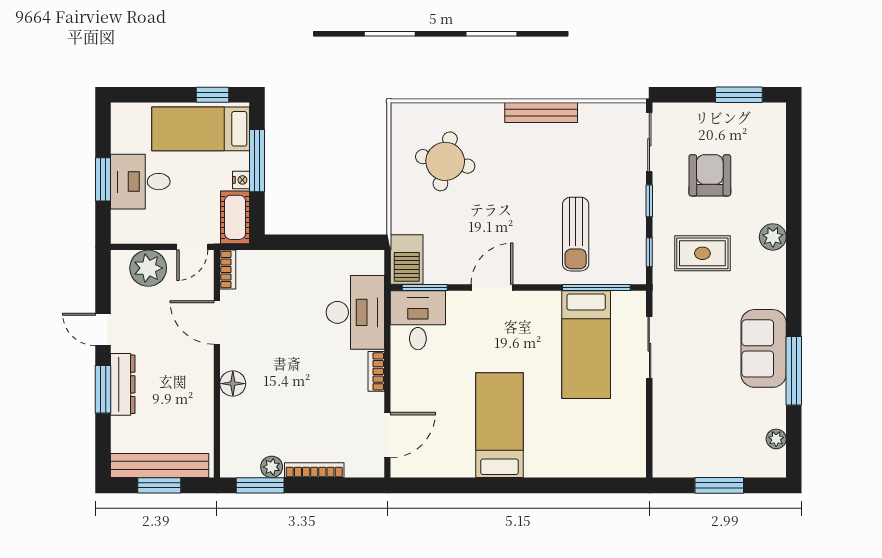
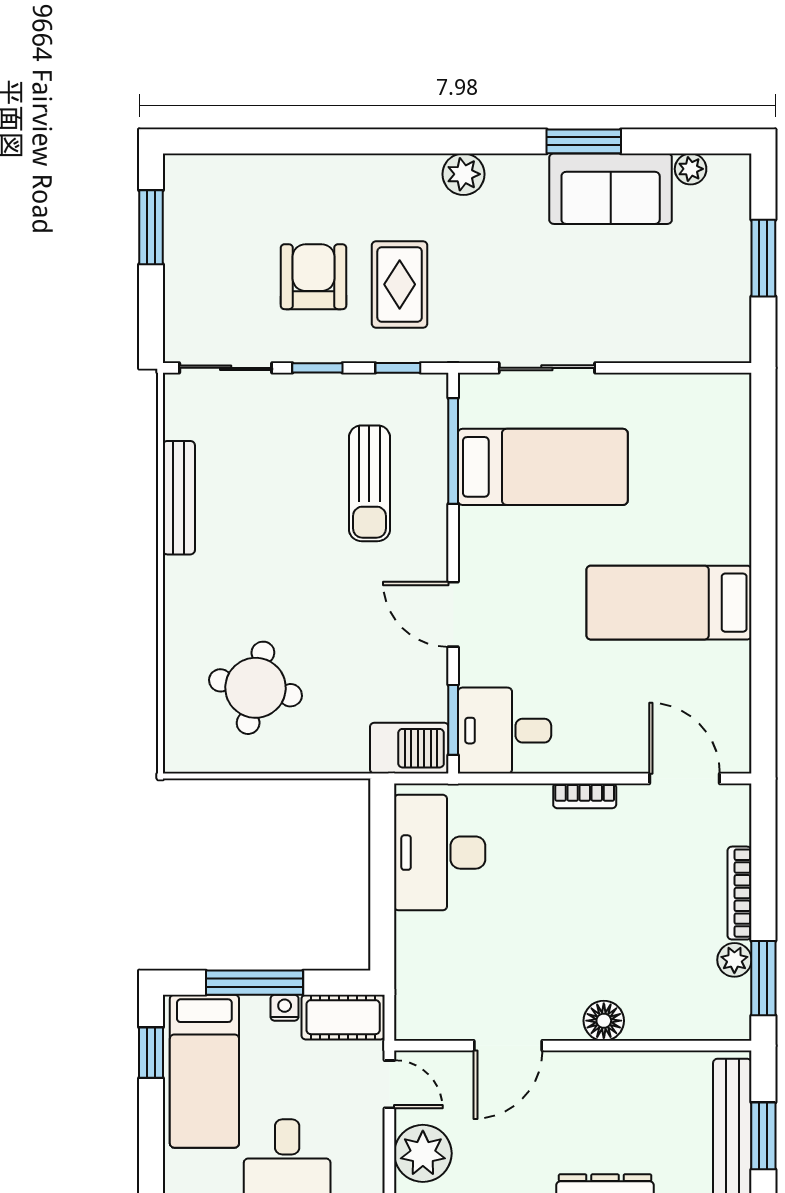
bench: (541, 112) -> (179, 498), moved
armchair: (710, 175) -> (314, 277), moved, turned 90
sun lounger: (576, 234) -> (369, 483), turned 90
plant: (773, 237) -> (463, 174), moved
bookcase: (228, 270) -> (425, 1029), removed
desk: (355, 312) -> (440, 853), moved, turned -90
sofa: (764, 348) -> (611, 189), moved
window: (794, 371) -> (584, 141), width x0.69

